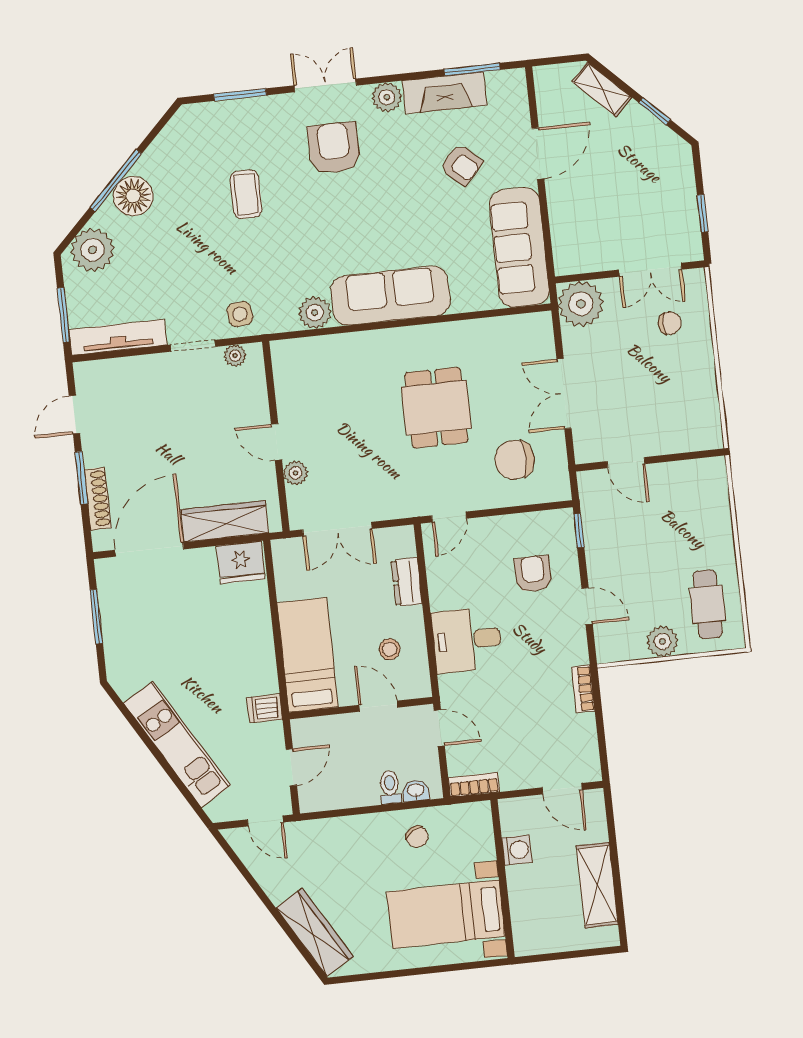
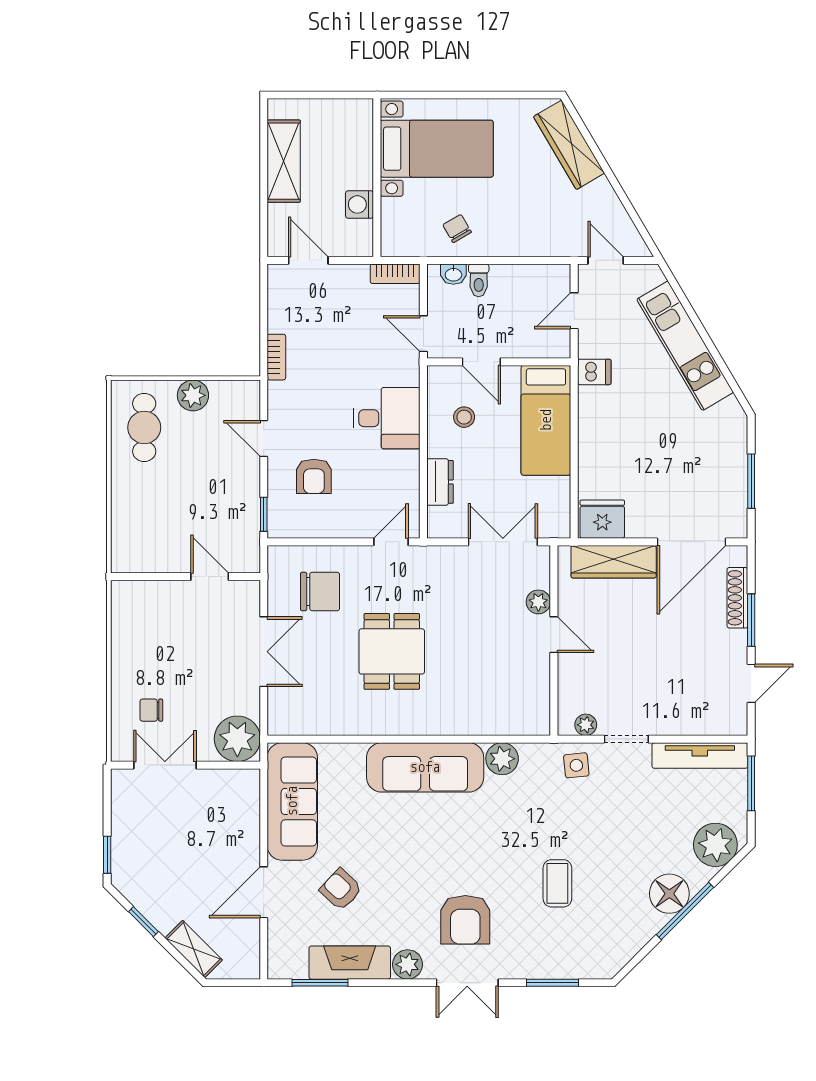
window: (703, 213) -> (107, 855), moved

